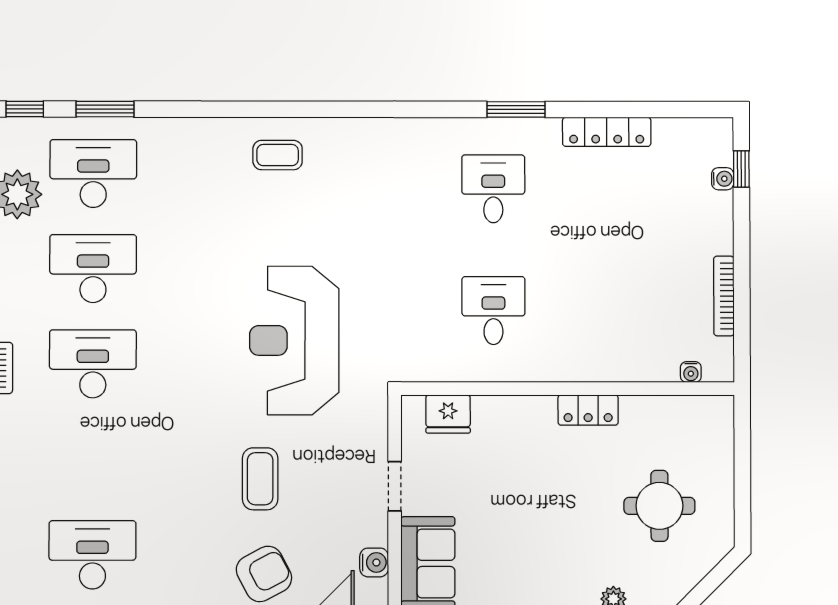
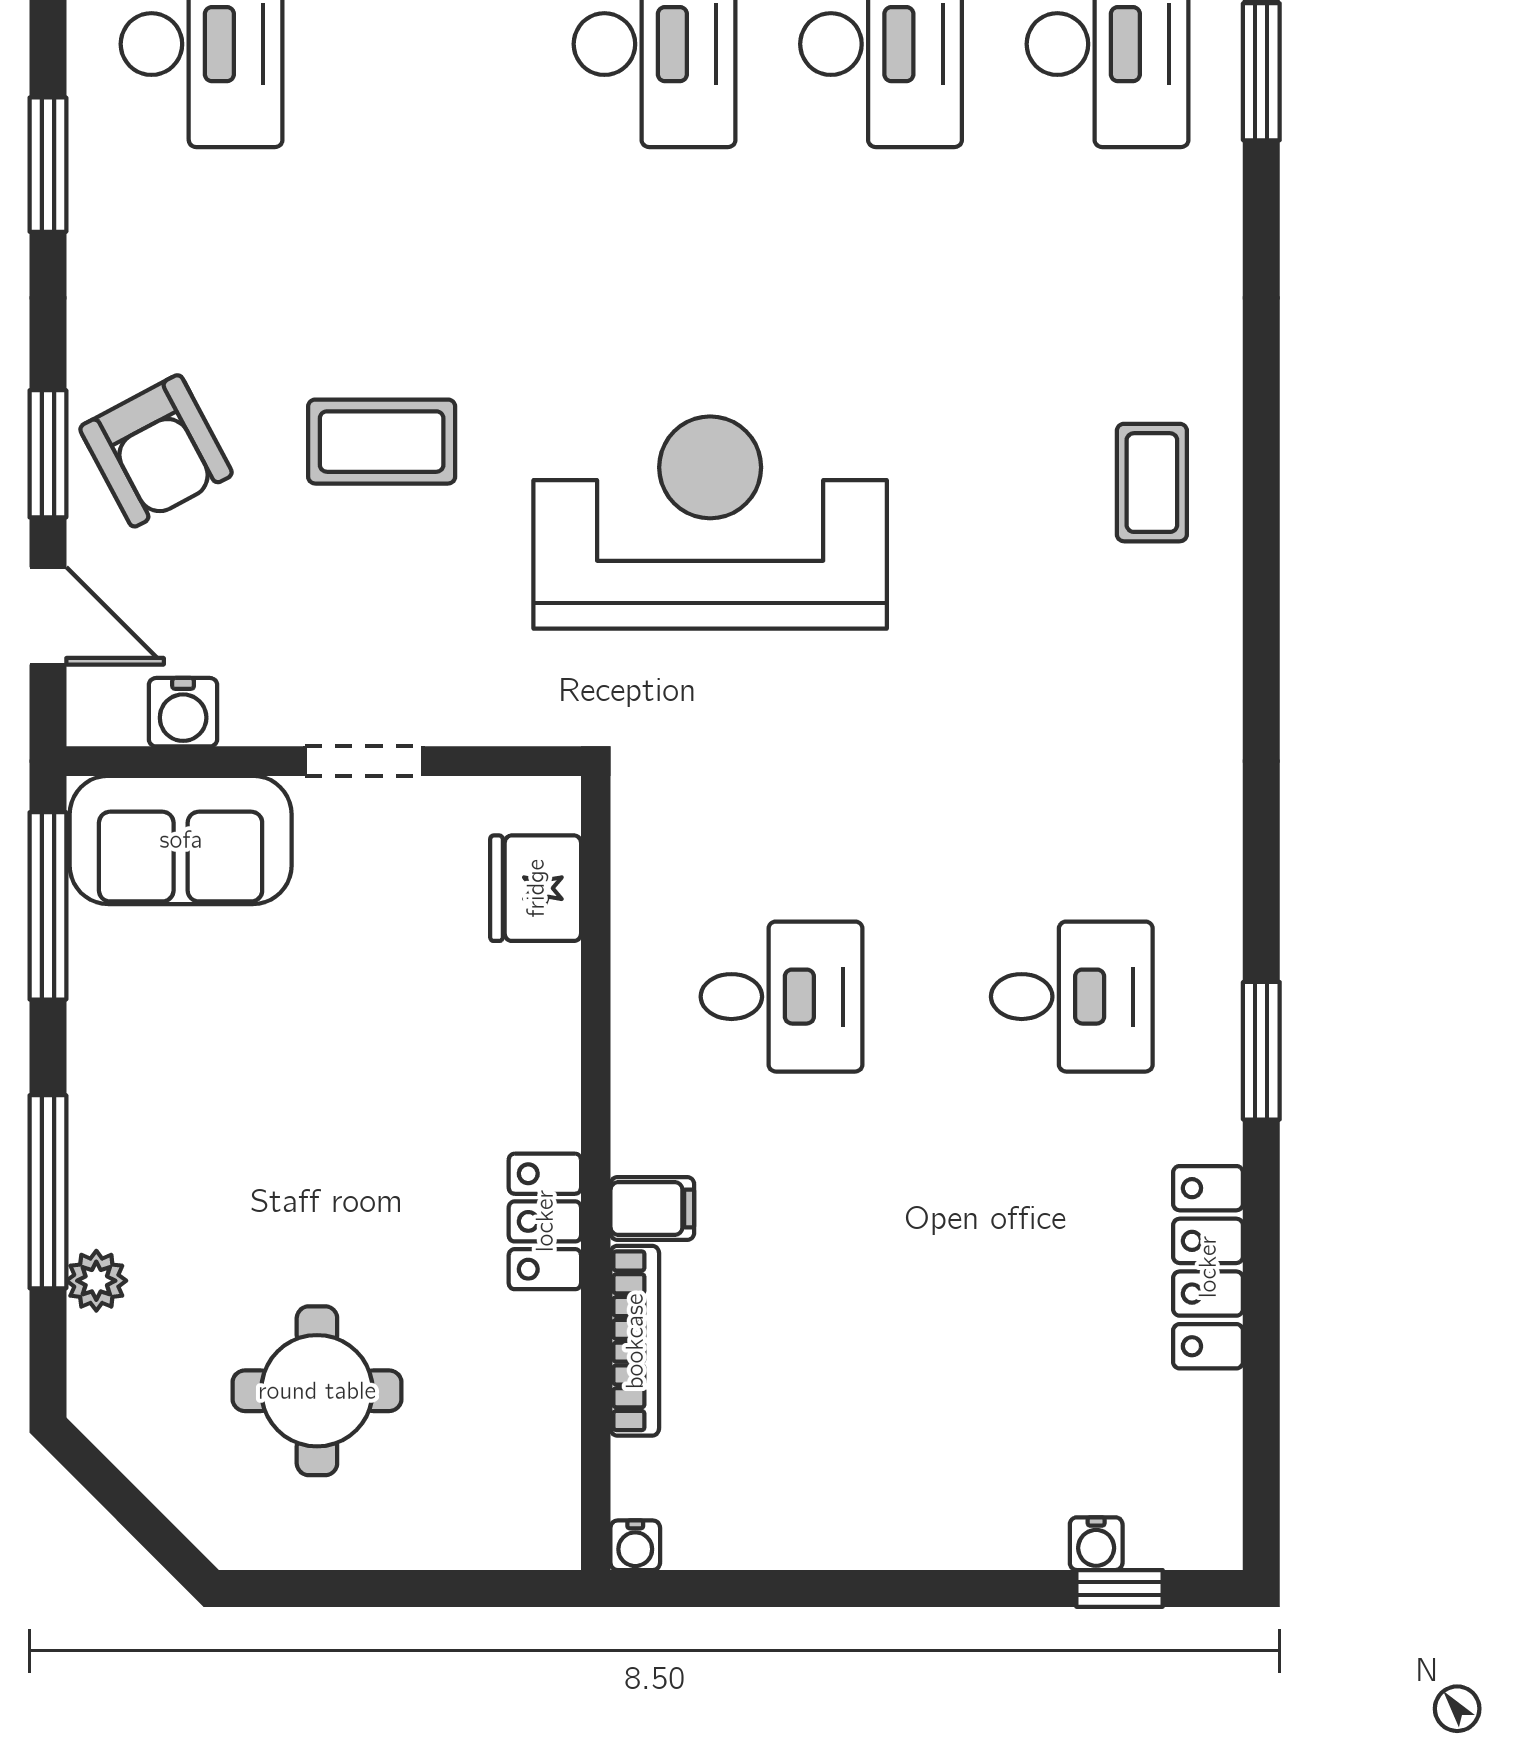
bookcase: (724, 296) -> (635, 1341), moved, turned 90
filing cabinet: (583, 365) -> (652, 1209), added
water cooler: (691, 372) -> (635, 1545), moved, turned -90

